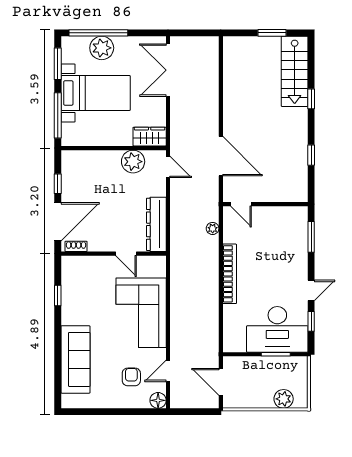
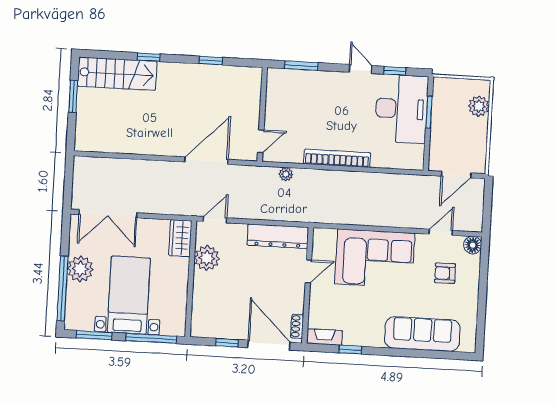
plant: (102, 48) -> (80, 269), moved
fireplace: (68, 272) -> (325, 337), added
door: (168, 371) -> (441, 232), swing flipped

